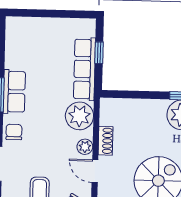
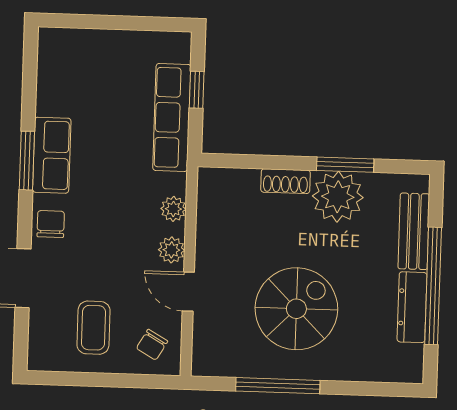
plant: (79, 116) -> (173, 209), width x0.53, depth x0.53
shoe rack: (106, 141) -> (285, 181), moved, turned 90

